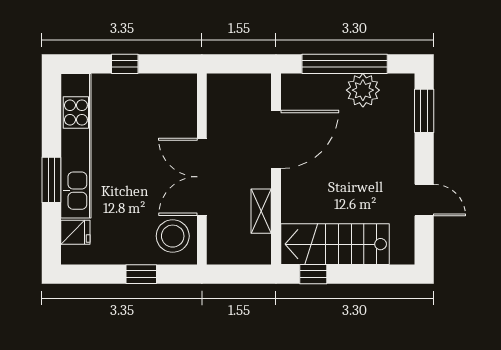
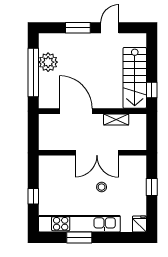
window: (424, 111) -> (78, 28), moved
window: (51, 180) -> (79, 238), moved
fridge: (75, 232) -> (139, 224), moved
stool: (173, 236) -> (102, 187), moved, width x0.53, depth x0.53

